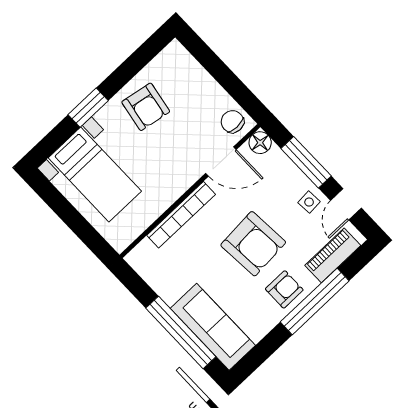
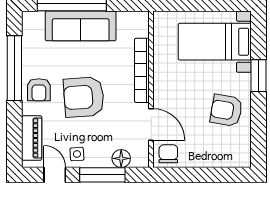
chair: (232, 122) -> (168, 154), turned -90
floor lamp: (260, 143) -> (121, 158), moved
door: (221, 162) -> (151, 124), swing flipped
window: (315, 301) -> (14, 68), moved
sofa: (213, 327) -> (81, 26), moved

